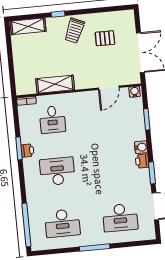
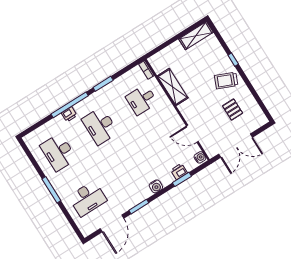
shelving: (28, 26) -> (196, 36), moved, turned 90
printer: (28, 151) -> (69, 114), moved
printer: (142, 161) -> (179, 172), moved
desk: (57, 171) -> (100, 126), turned 180
desk: (120, 218) -> (88, 199), turned -90
window: (26, 225) -> (70, 105), moved

